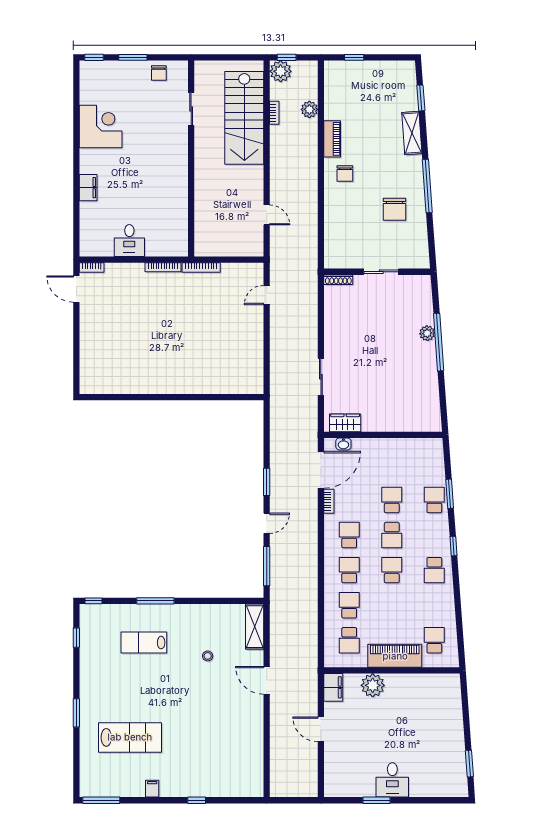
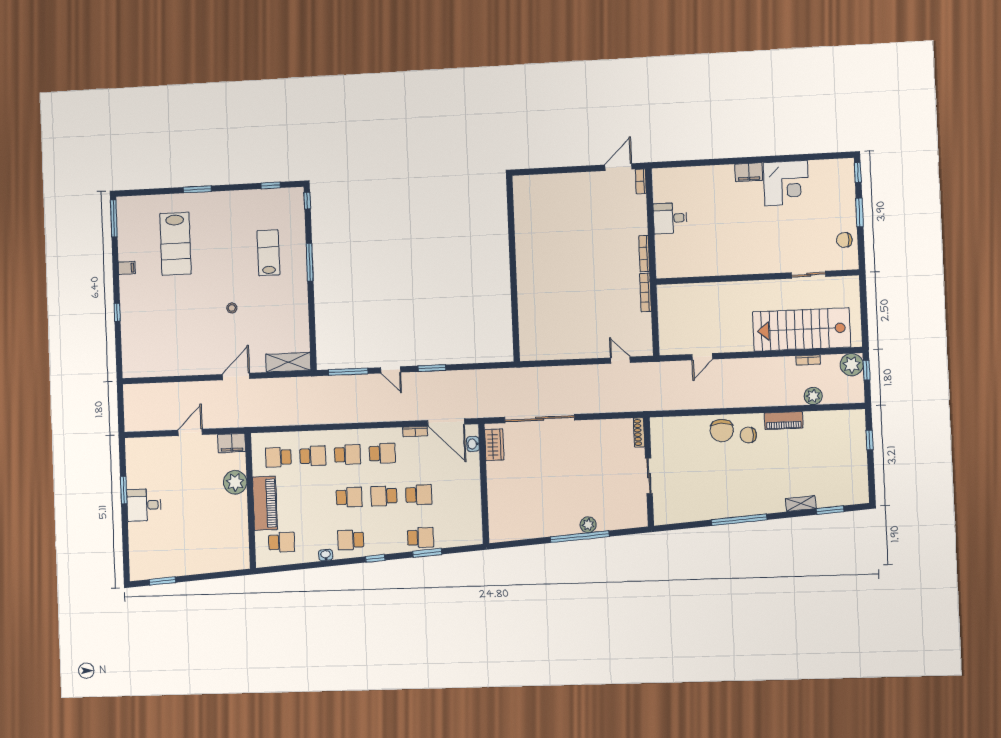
shelving: (412, 133) -> (801, 504), width x0.67, depth x0.75
filing cabinet: (88, 188) -> (749, 172), moved
chair: (394, 209) -> (722, 430), moved, turned -90
sliding door: (321, 377) -> (540, 419), width x1.86
washbasin: (448, 596) -> (326, 555), added
stool: (208, 656) -> (232, 308), moved

